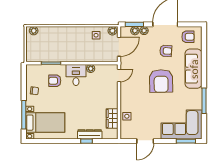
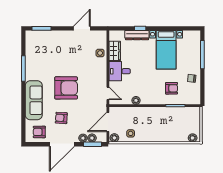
desk: (76, 75) -> (120, 71), moved, turned 90
door: (119, 76) -> (108, 93), swing flipped
armchair: (161, 81) -> (66, 88), turned 91
bed with nightstands: (45, 123) -> (166, 50), moved, turned -90
corner sofa: (182, 124) -> (46, 45), removed

